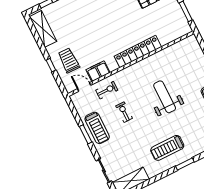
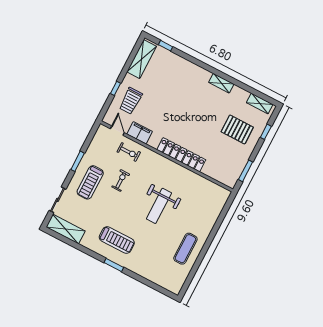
trolley: (69, 60) -> (131, 101), turned 180
weight bench: (165, 97) -> (159, 206), turned 180
treadmill: (97, 128) -> (90, 182), moved
treadmill: (167, 148) -> (117, 240), turned 180

